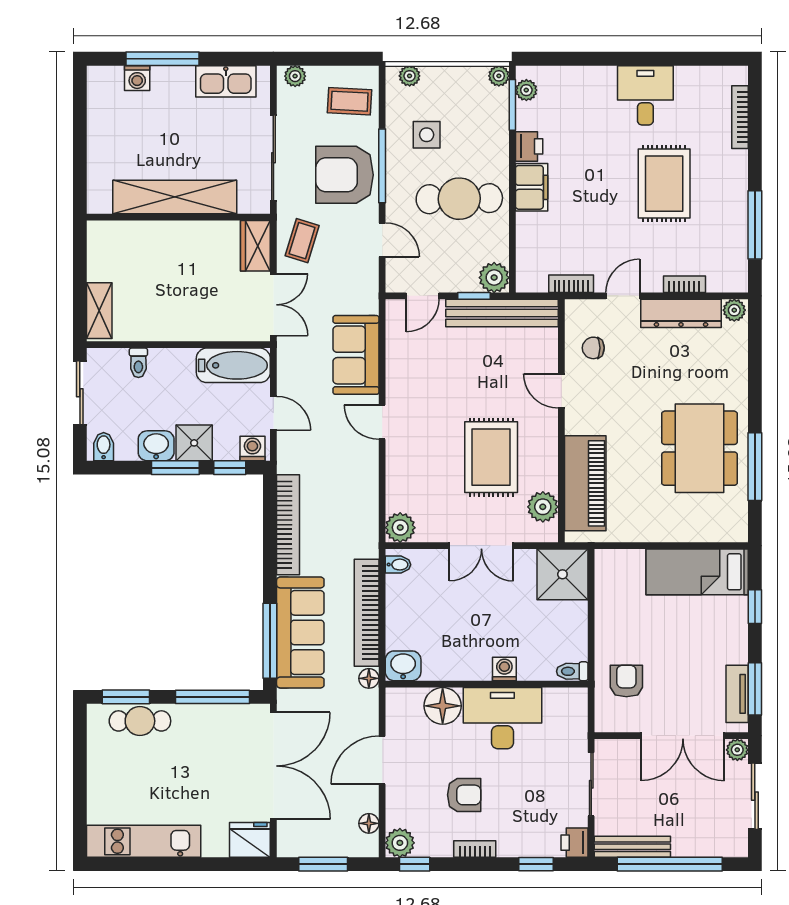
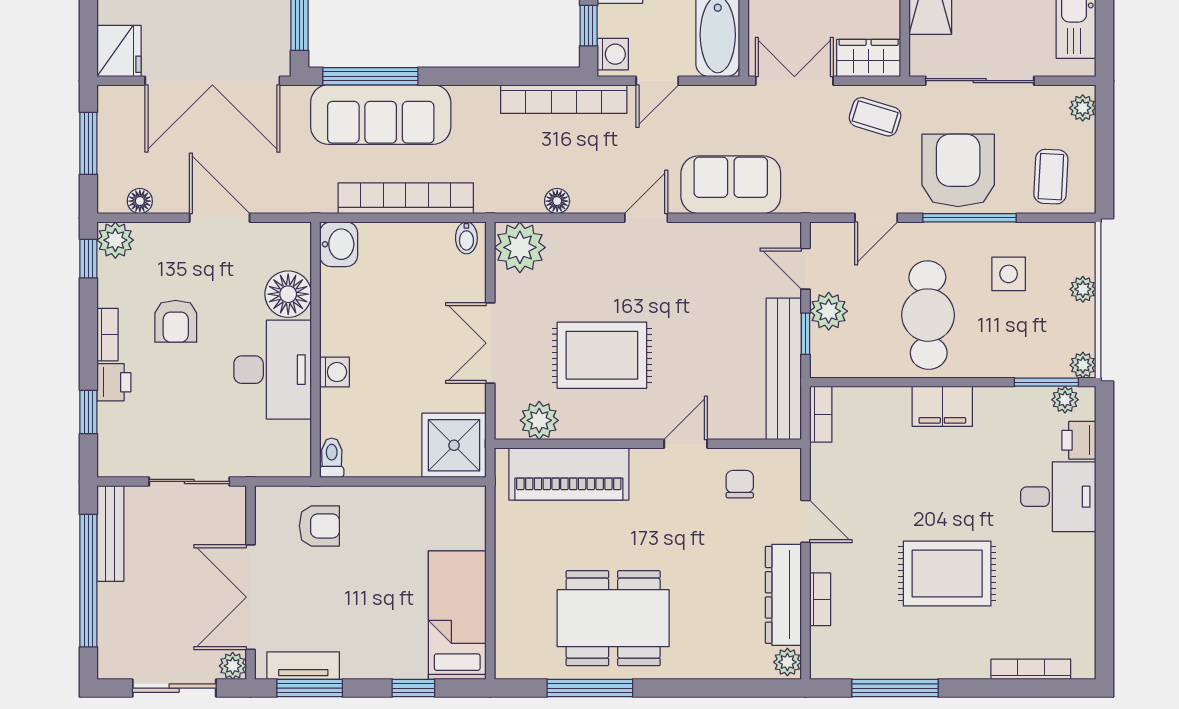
plant: (410, 76) -> (1083, 289), moved
desk: (645, 95) -> (1058, 497), moved
printer: (529, 146) -> (1079, 440), moved, turned 90
plant: (494, 278) -> (829, 311), moved
bookcase: (571, 284) -> (821, 414), moved
double door: (273, 305) -> (794, 81), swing flipped
bookcase: (288, 525) -> (564, 99), moved
plant: (400, 528) -> (520, 247), width x1.36, depth x1.36
floor lamp: (369, 678) -> (557, 201), moved
printer: (574, 843) -> (114, 382), moved, turned 90

